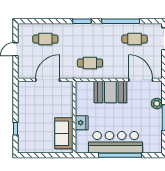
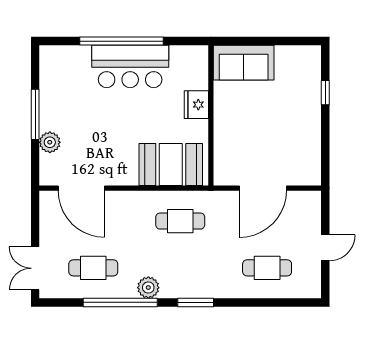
plant: (106, 29) -> (148, 288), added
booth: (110, 92) -> (171, 164), moved
sofa: (64, 133) -> (244, 63), moved, turned 90
bar counter: (116, 142) -> (130, 66), width x0.73

